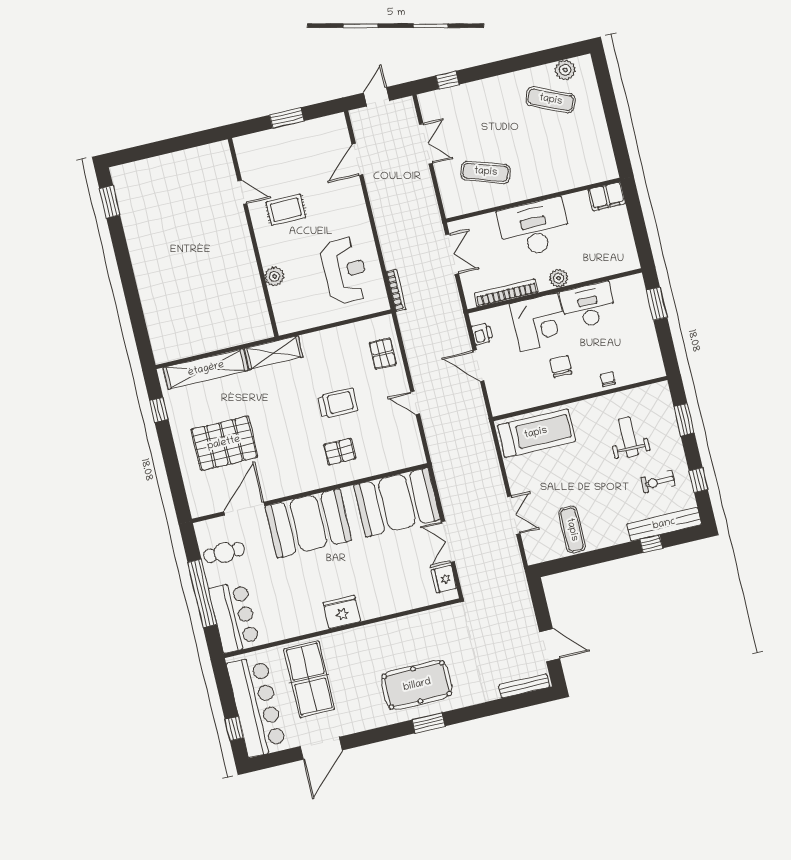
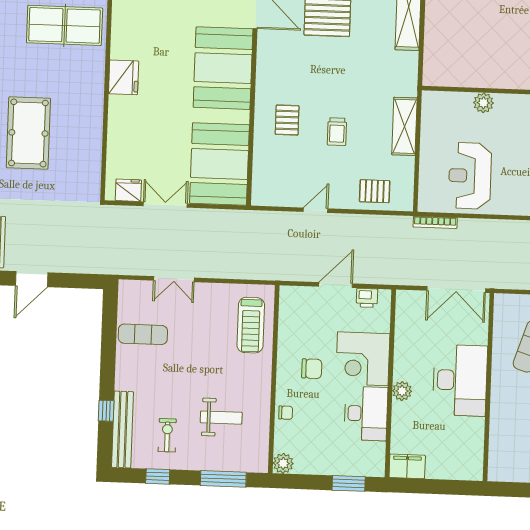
filing cabinet: (607, 196) -> (407, 466), moved, turned 90
double door: (452, 254) -> (456, 289), width x1.37
reception desk: (345, 270) -> (470, 176), turned 90
bookcase: (506, 293) -> (402, 334), removed
shelving: (274, 353) -> (404, 126), moved
plant: (655, 369) -> (283, 463), added
trolley: (338, 403) -> (337, 132), width x0.73, depth x0.72
window: (684, 420) -> (223, 479), width x1.44
treadmill: (536, 433) -> (251, 325), width x0.73, depth x0.73

